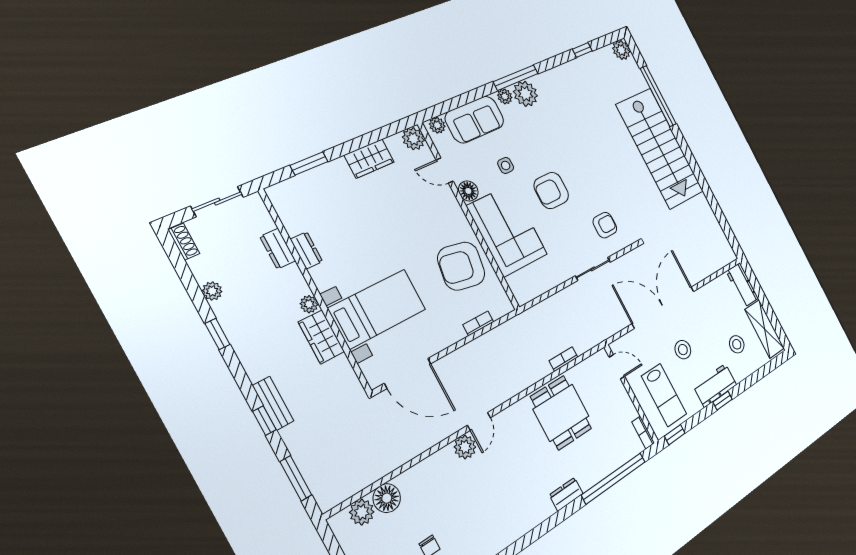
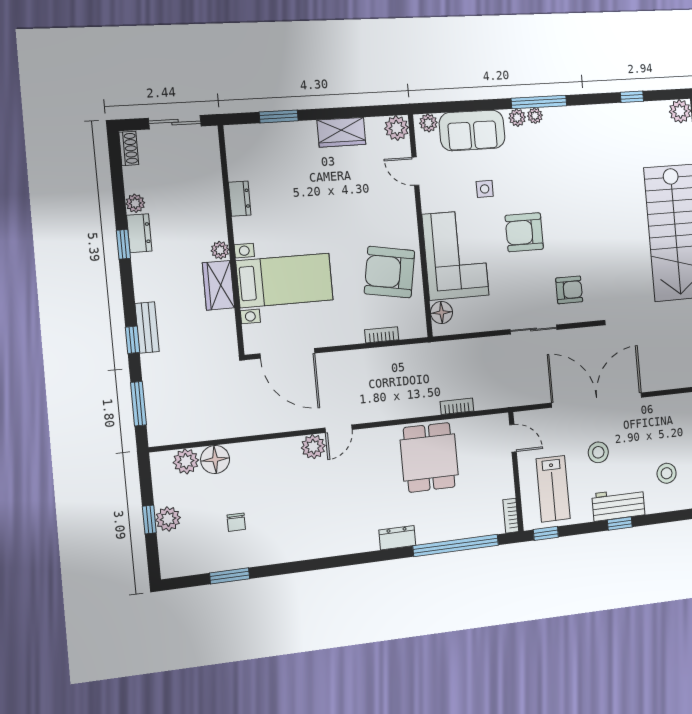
plant: (525, 94) -> (535, 116), width x0.53, depth x0.53
floor lamp: (468, 191) -> (442, 312), moved
dresser: (278, 249) -> (139, 233), moved, turned 180

